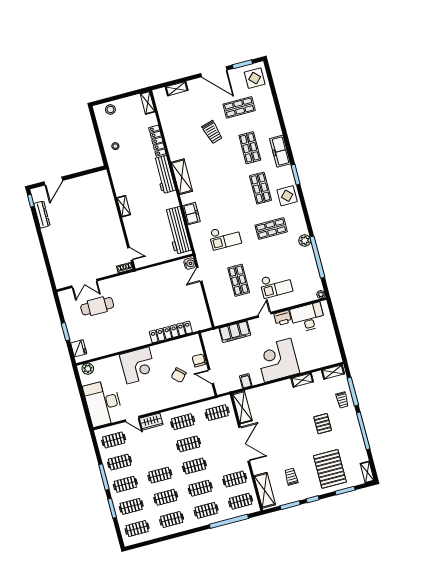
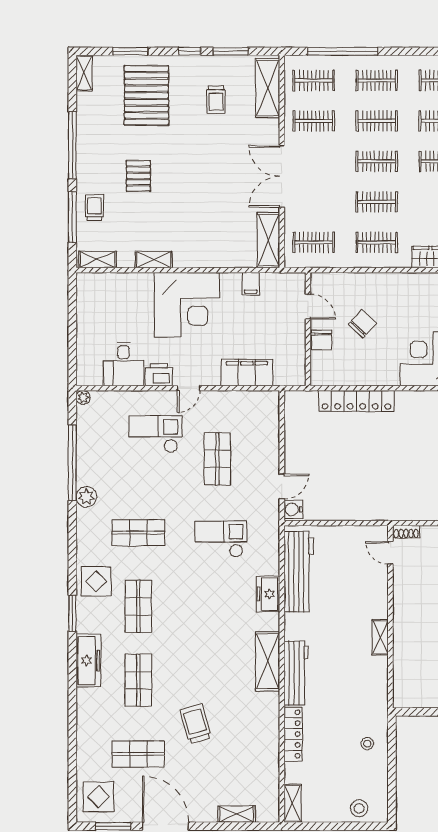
desk: (308, 317) -> (124, 364), width x0.73

